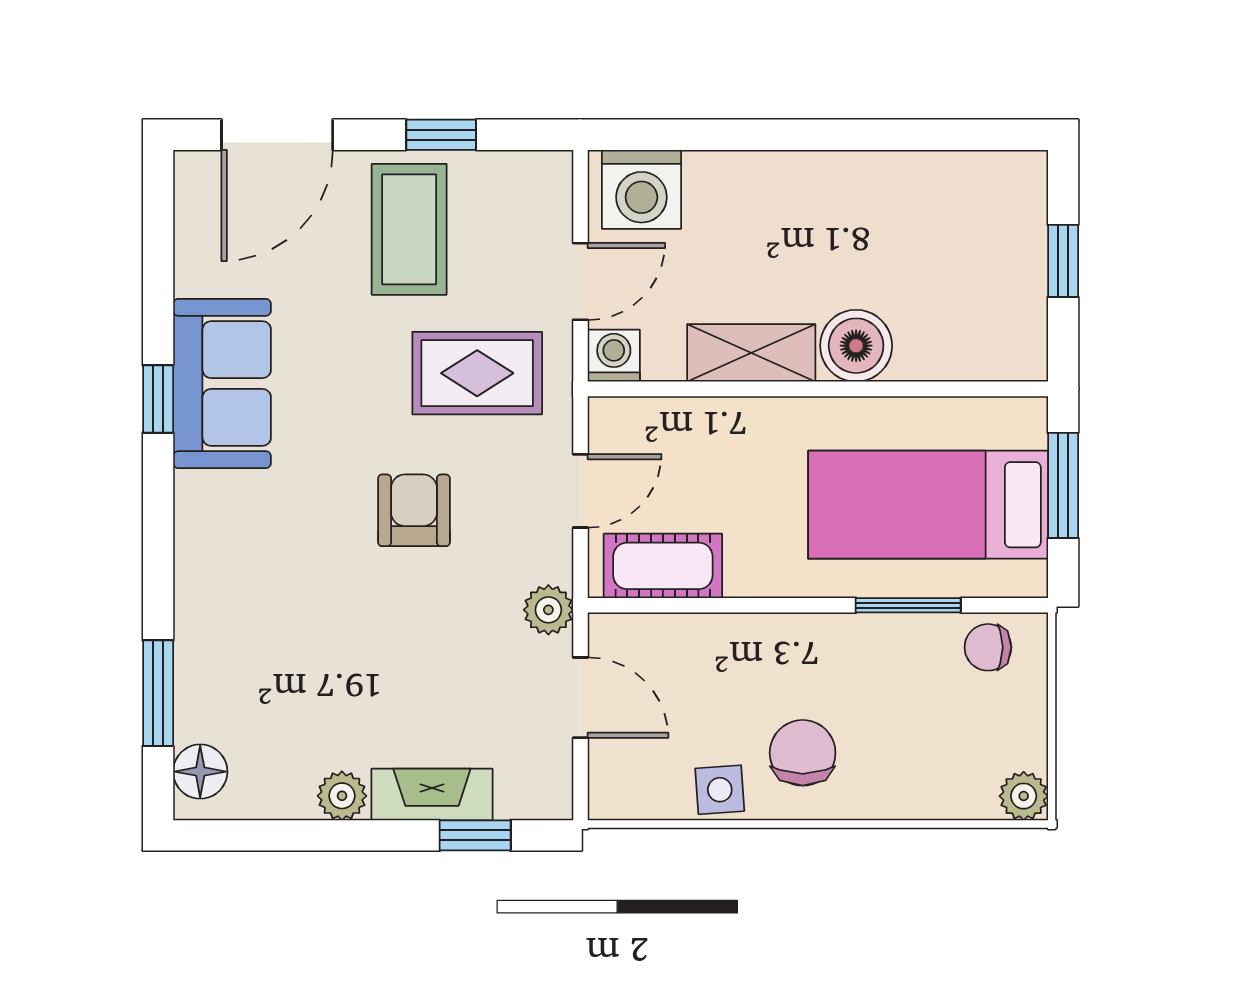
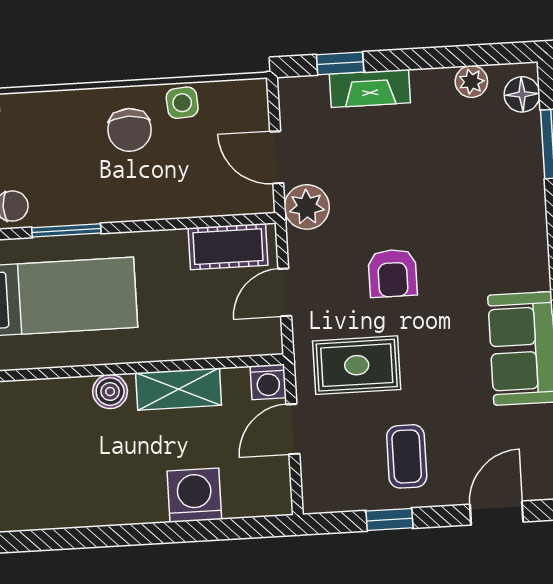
door: (277, 135) -> (497, 513), width x0.73
washing machine: (641, 189) -> (194, 495), moved
coffee table: (409, 229) -> (407, 456), width x0.73, depth x0.77
boiler: (856, 346) -> (110, 392), width x0.73, depth x0.73
plant: (548, 610) -> (307, 207), width x1.38, depth x1.38
plant: (342, 796) -> (471, 81), moved

